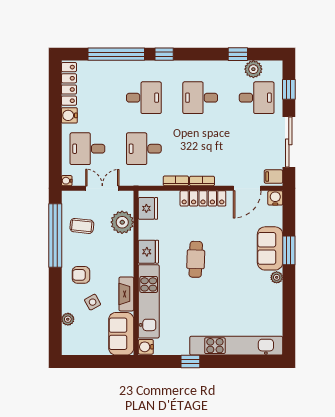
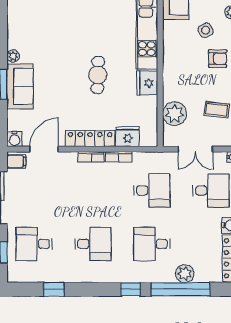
plant: (253, 69) -> (185, 274), moved
fridge: (148, 208) -> (128, 137), moved, turned 90
fireplace: (126, 294) -> (170, 39), removed

